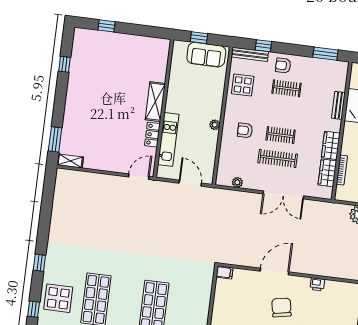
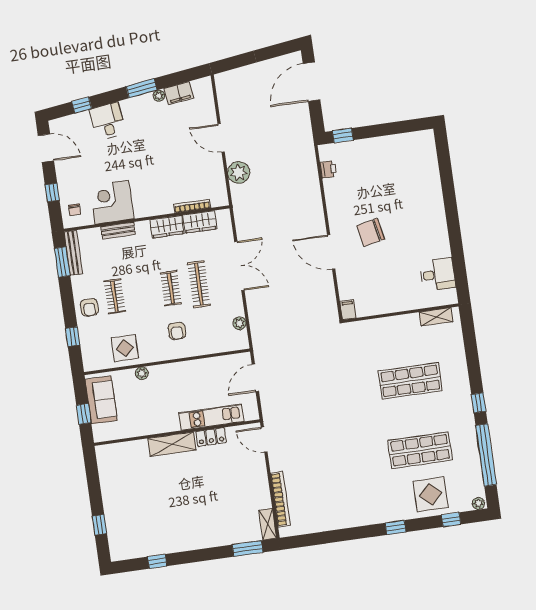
bench: (250, 54) -> (73, 253), moved
plant: (215, 125) -> (142, 373), moved
bookcase: (87, 177) -> (280, 499), added
printer: (317, 284) -> (328, 169), moved

